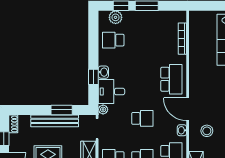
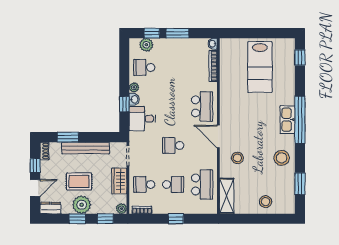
window: (62, 110) -> (68, 137), moved
plant: (103, 110) -> (134, 87), moved
school desk: (142, 118) -> (173, 145), turned 180
washbasin: (182, 130) -> (213, 44), moved

